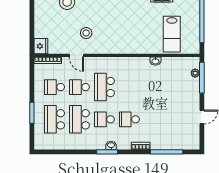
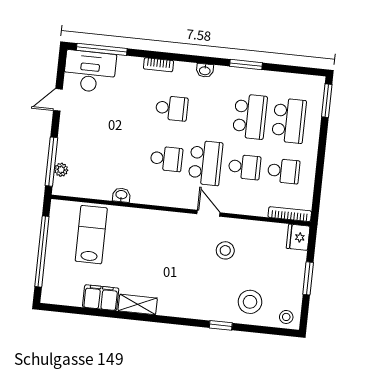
window: (32, 21) -> (308, 278), added
door: (76, 55) -> (208, 213), moved
window: (32, 113) -> (327, 101), moved
school desk: (104, 119) -> (166, 159), moved
desk: (184, 137) -> (90, 72), added
window: (107, 152) -> (246, 64), moved
window: (167, 152) -> (102, 49), moved

